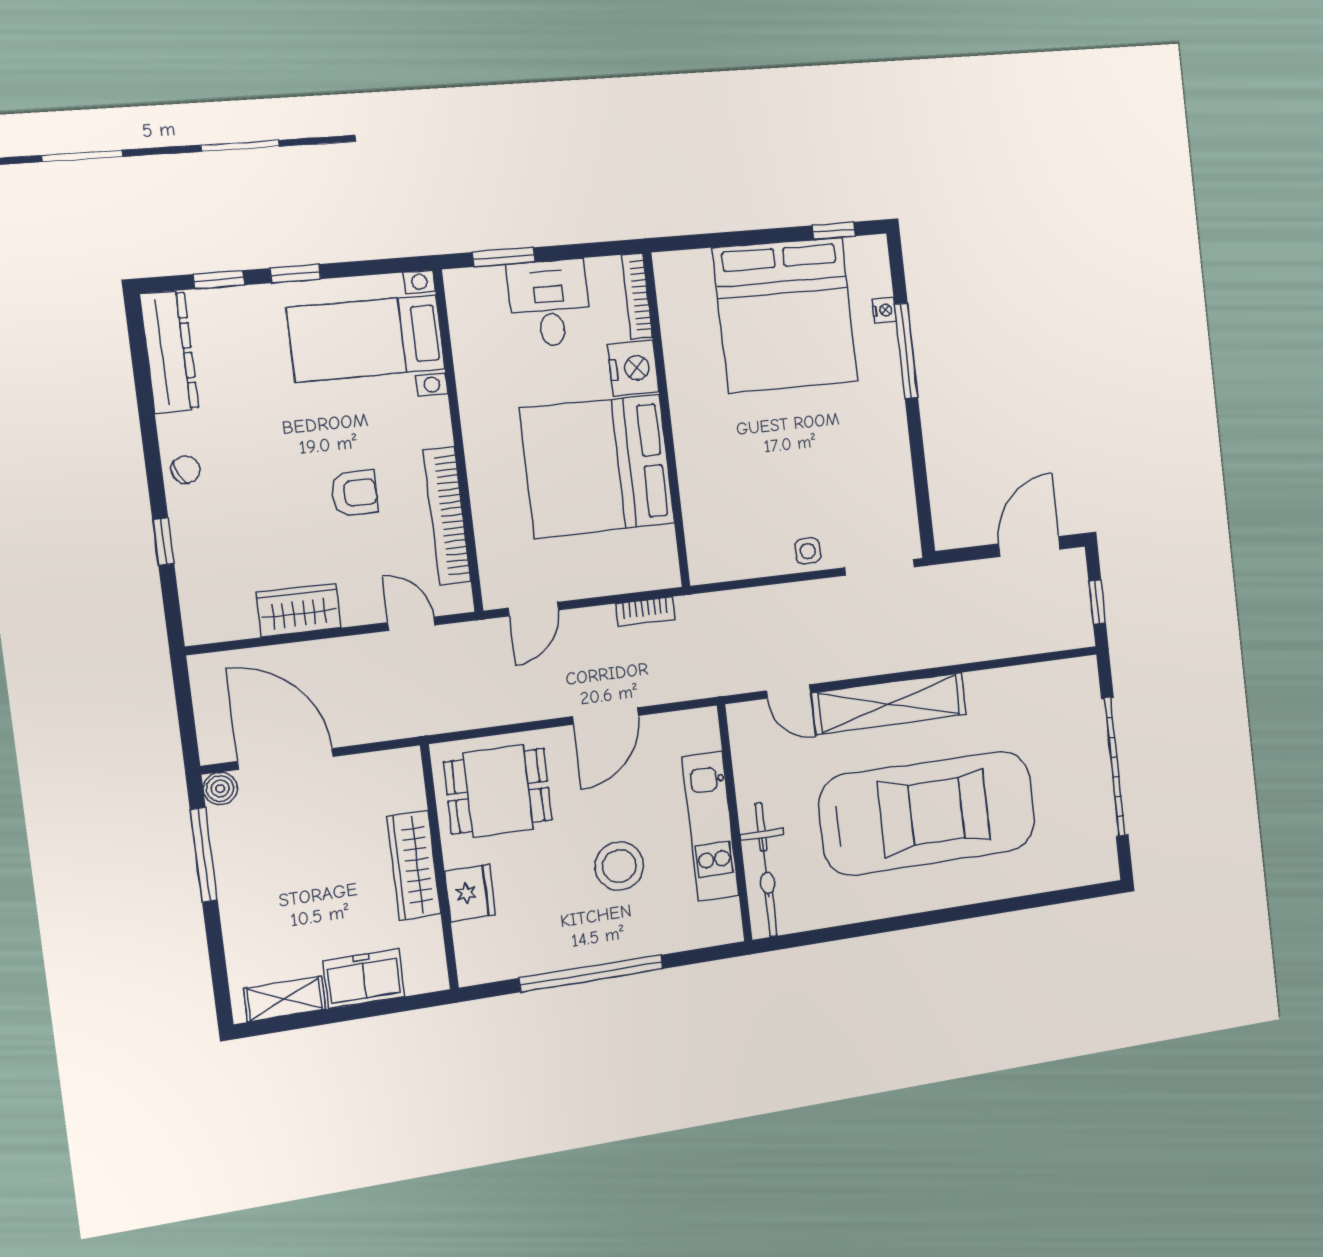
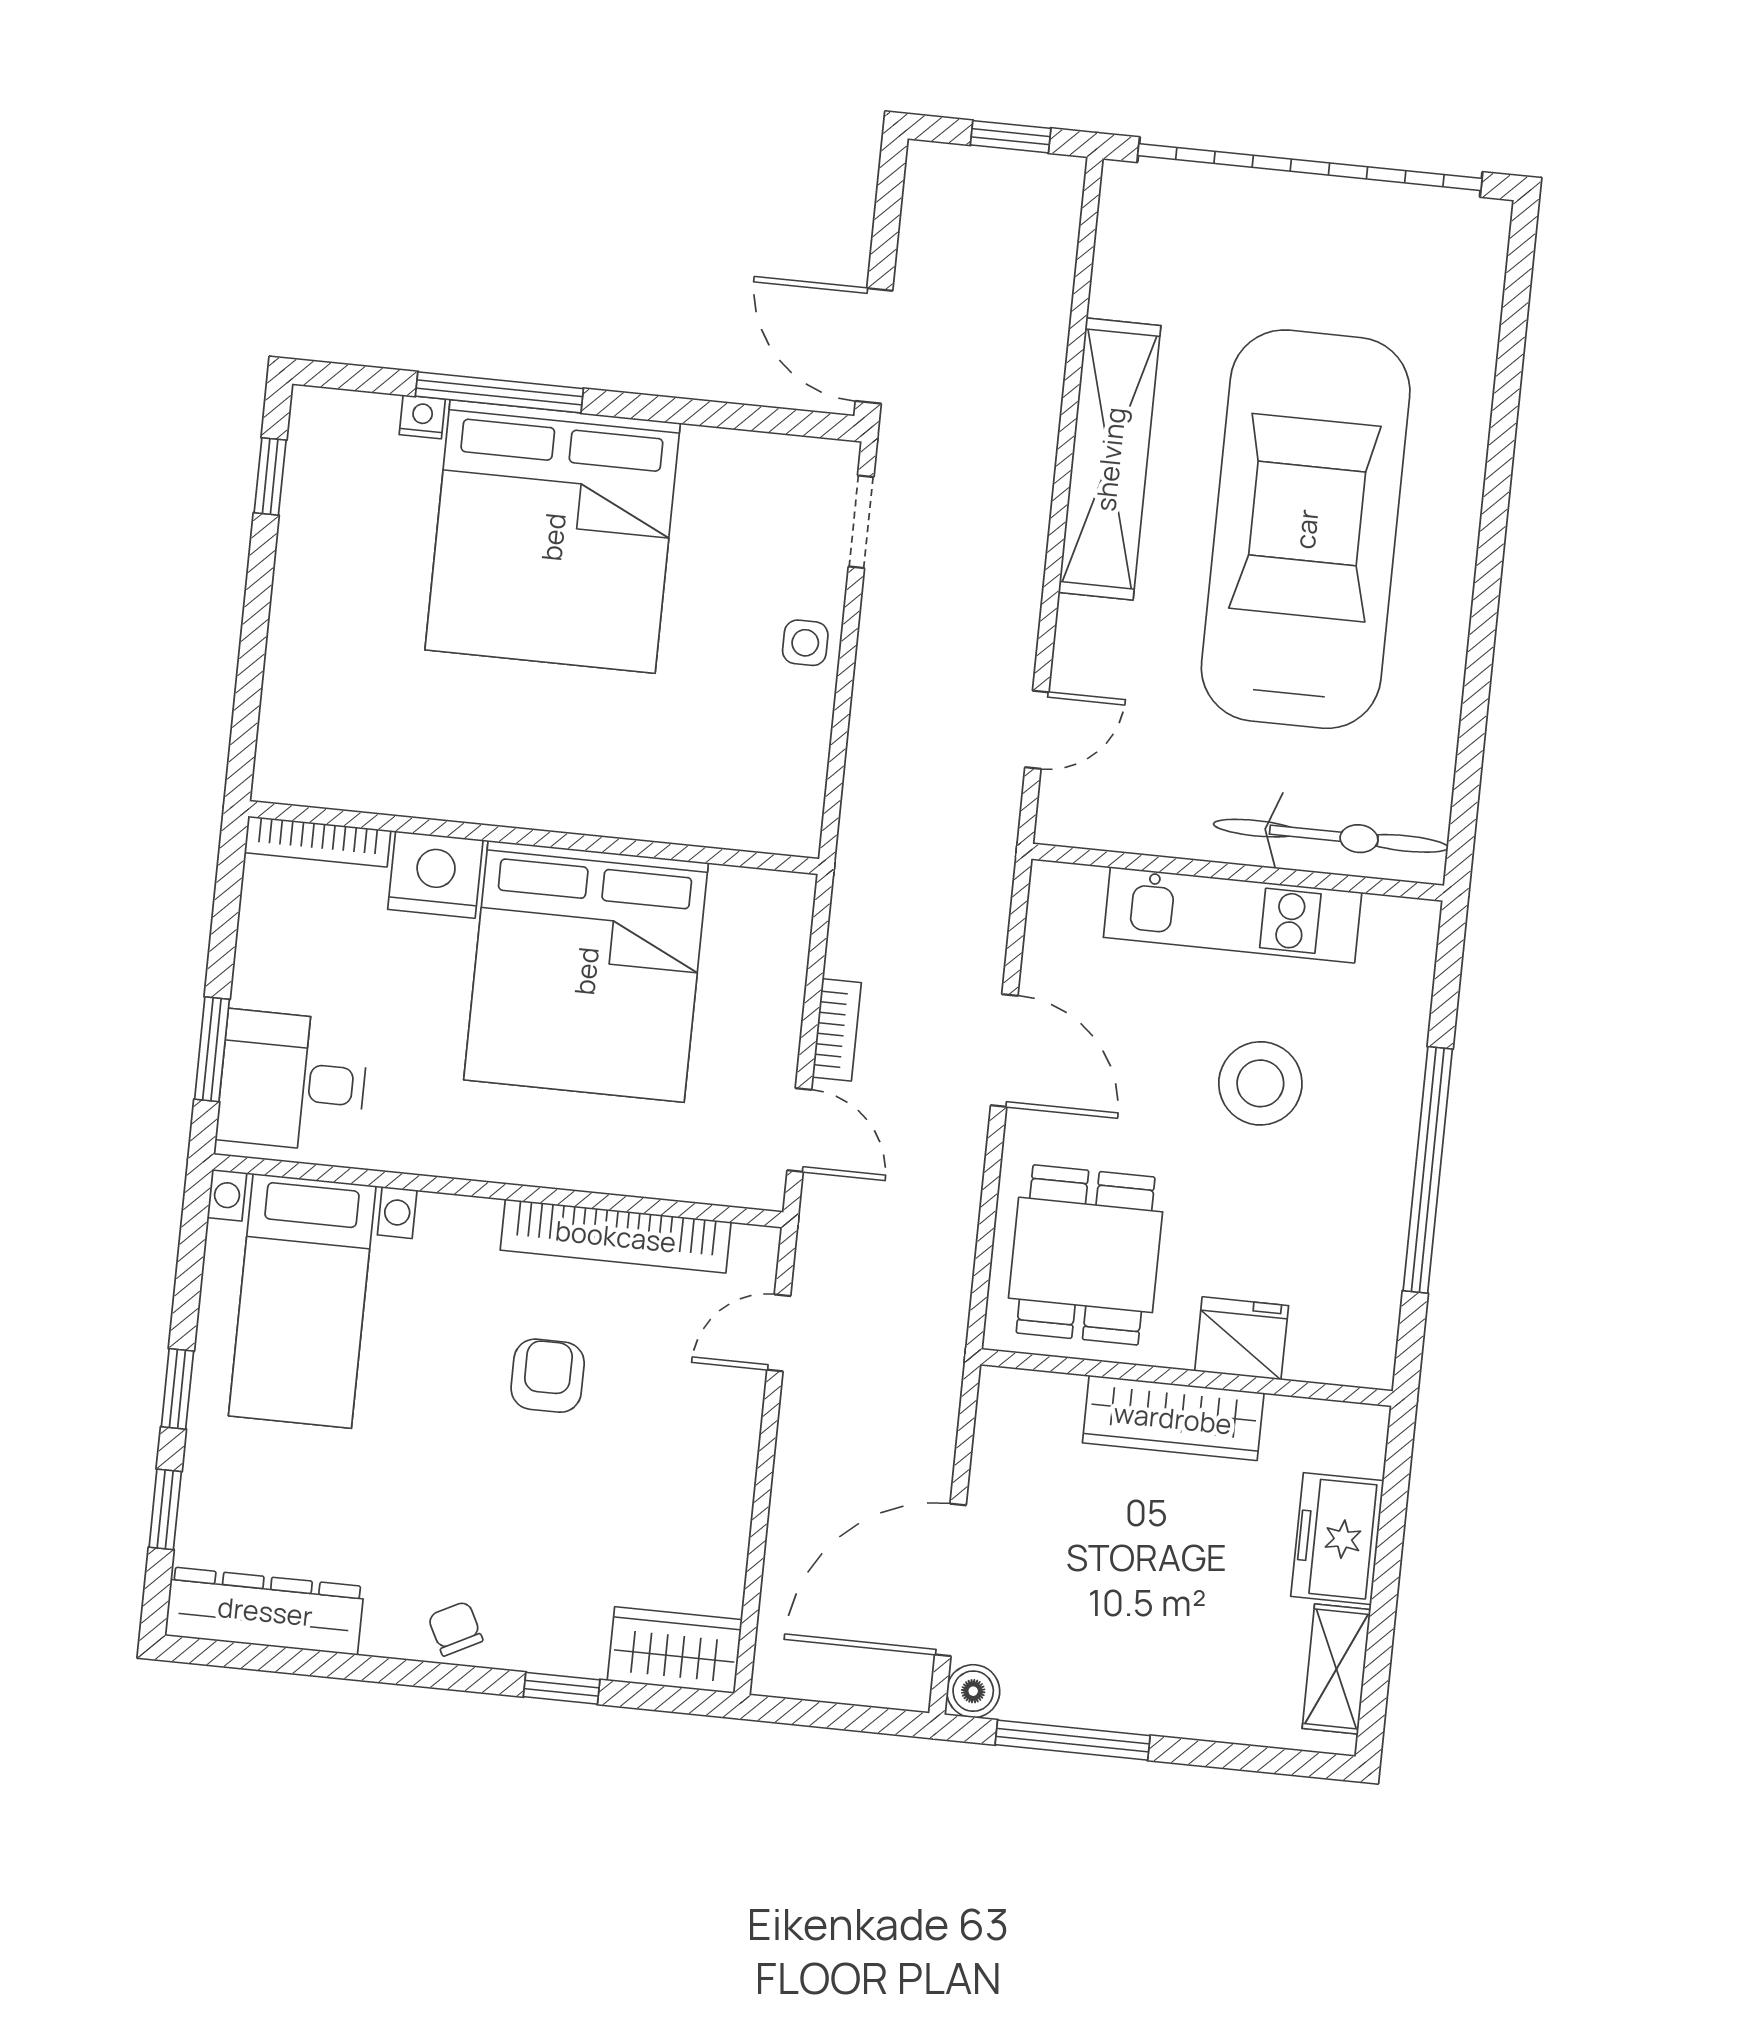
desk: (549, 303) -> (293, 1081), moved
bed: (785, 315) -> (553, 537), moved, turned 90
door: (1029, 547) -> (874, 346), moved
doorway: (880, 567) -> (861, 522), width x0.73
wardrobe: (299, 610) -> (675, 1650), moved, turned 90
bookcase: (645, 612) -> (837, 1030), moved
shelving: (889, 704) -> (1110, 459), moved
garage door: (1115, 767) -> (1310, 167), width x1.36

